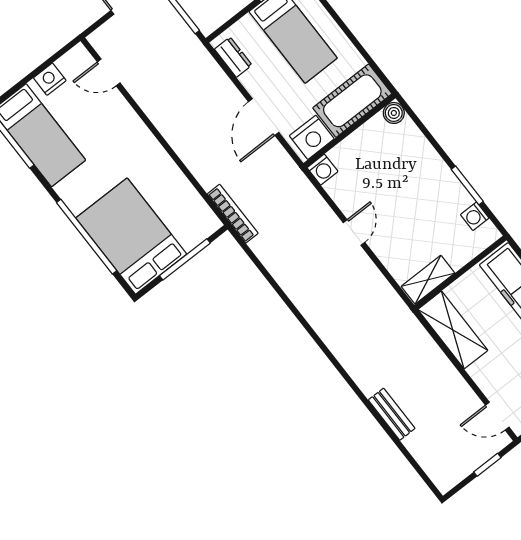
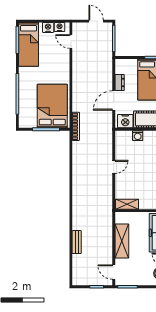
dresser: (233, 57) -> (120, 82), moved
nightstand: (69, 63) -> (60, 27), added
washing machine: (322, 170) -> (138, 136), moved
bed: (131, 236) -> (52, 106), moved
shelving: (453, 330) -> (122, 241), moved

